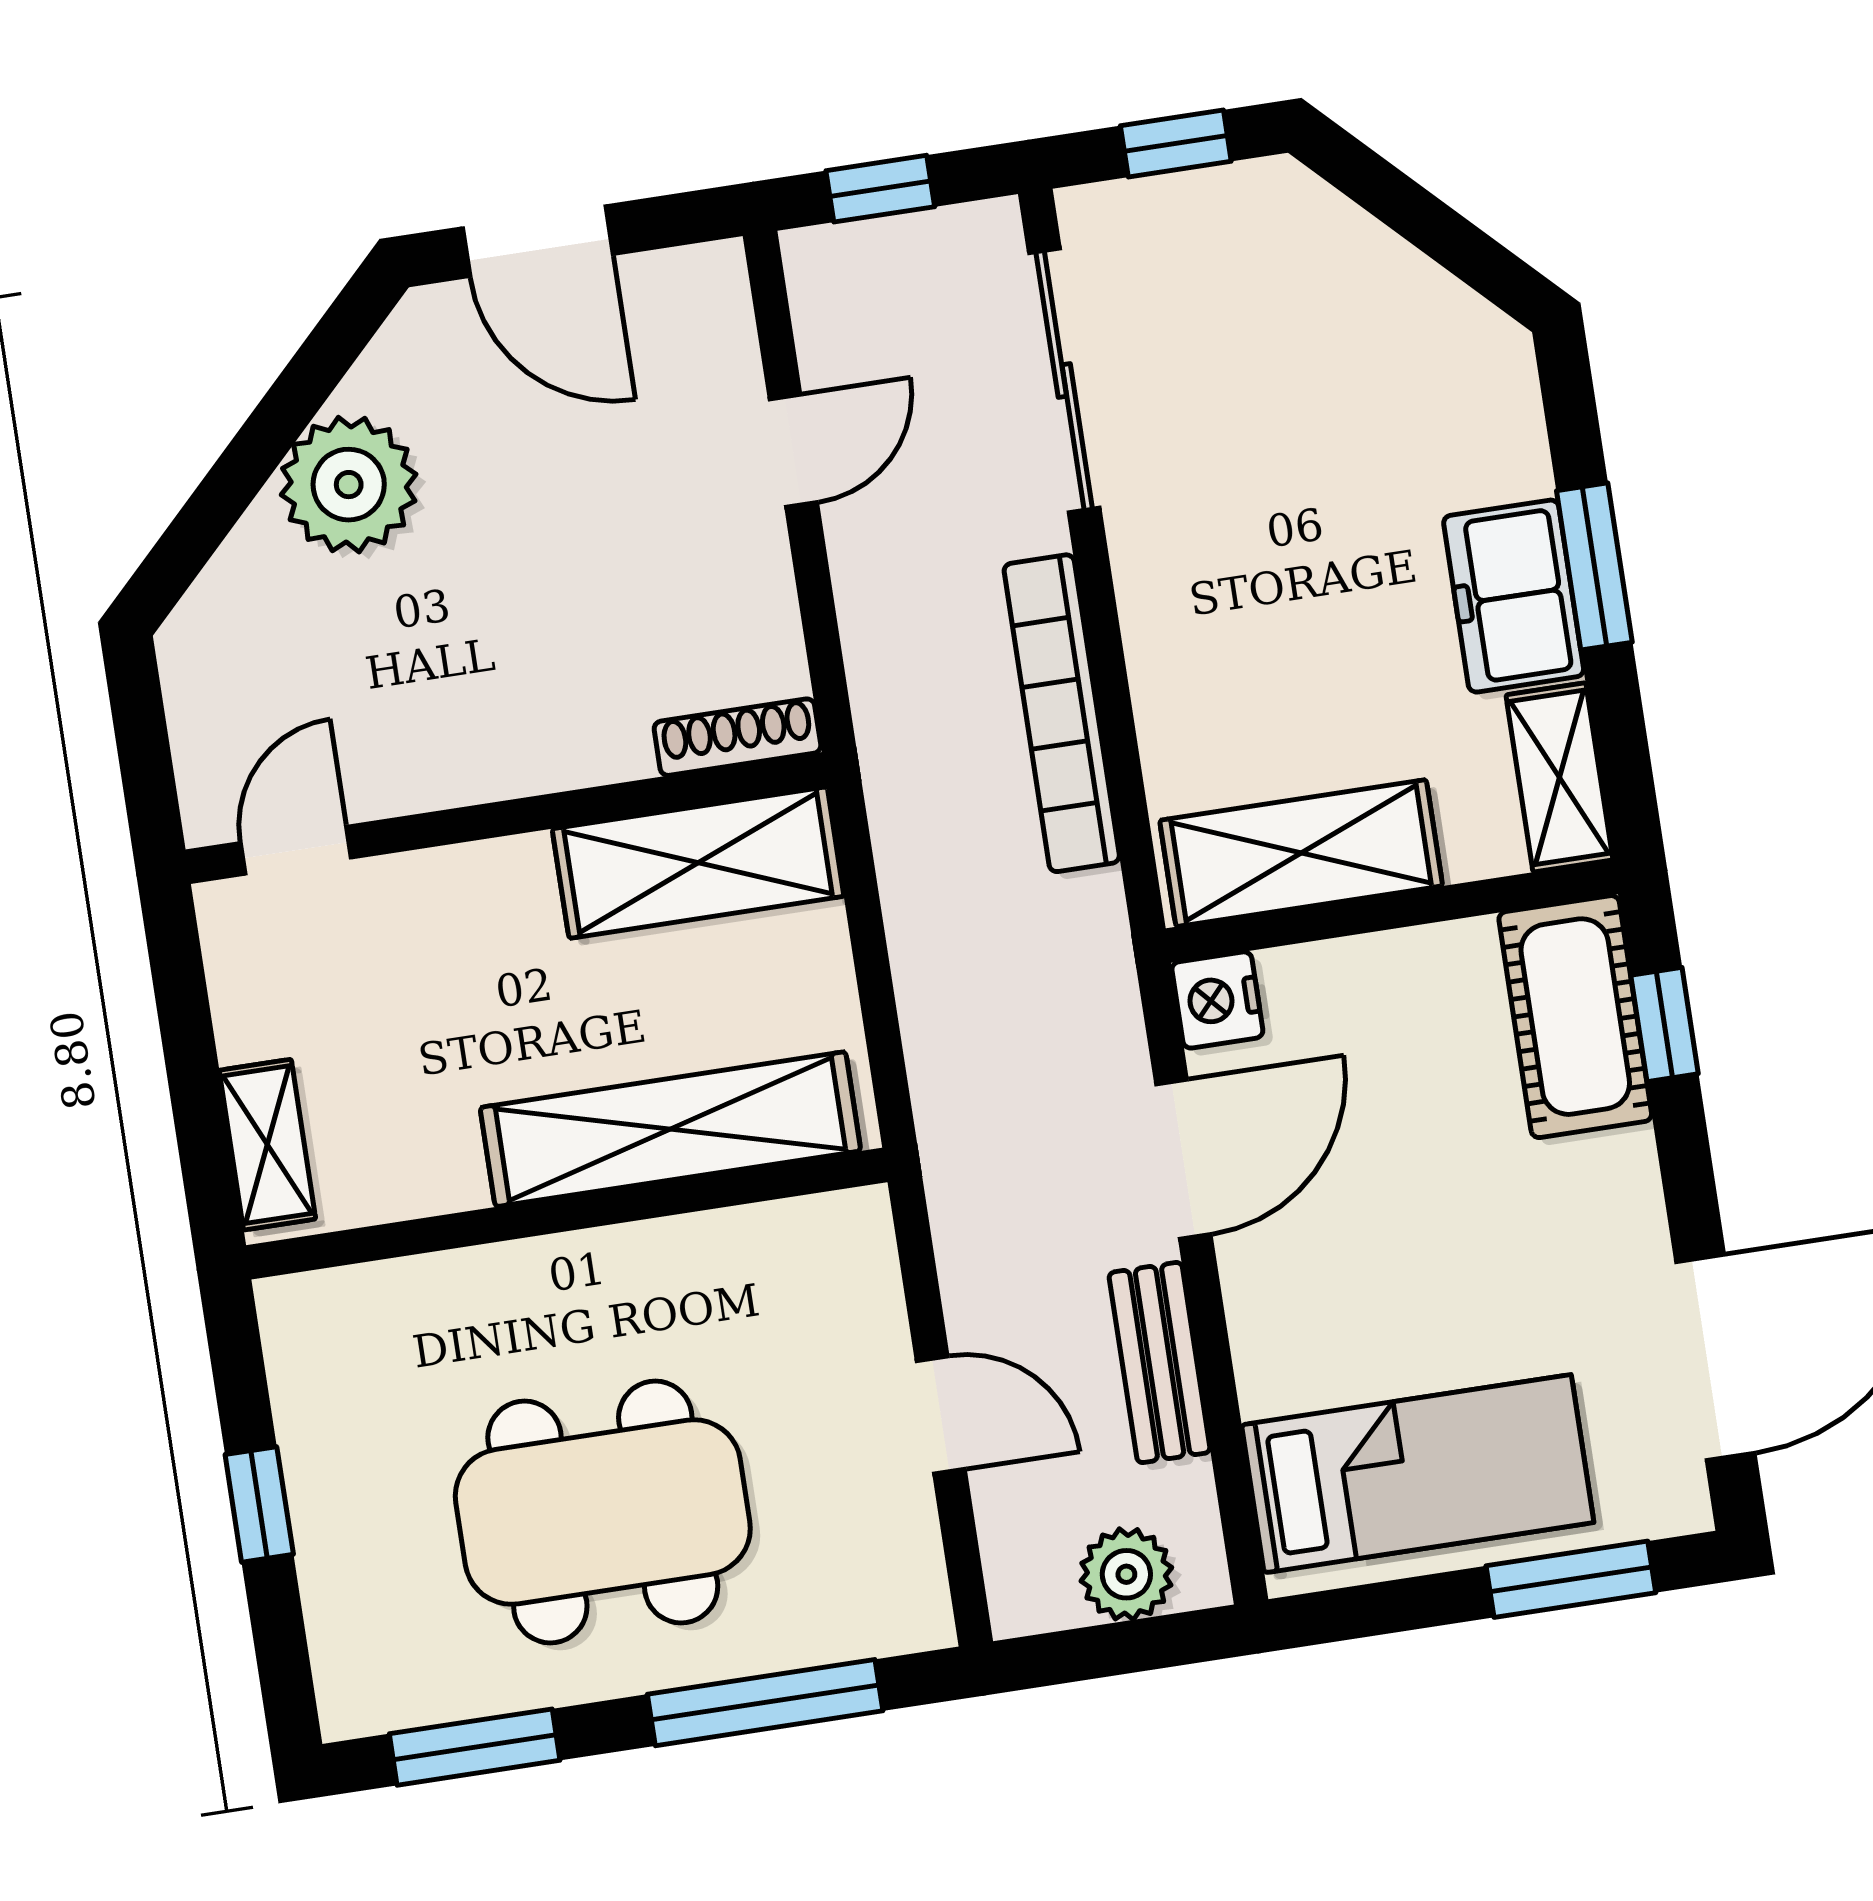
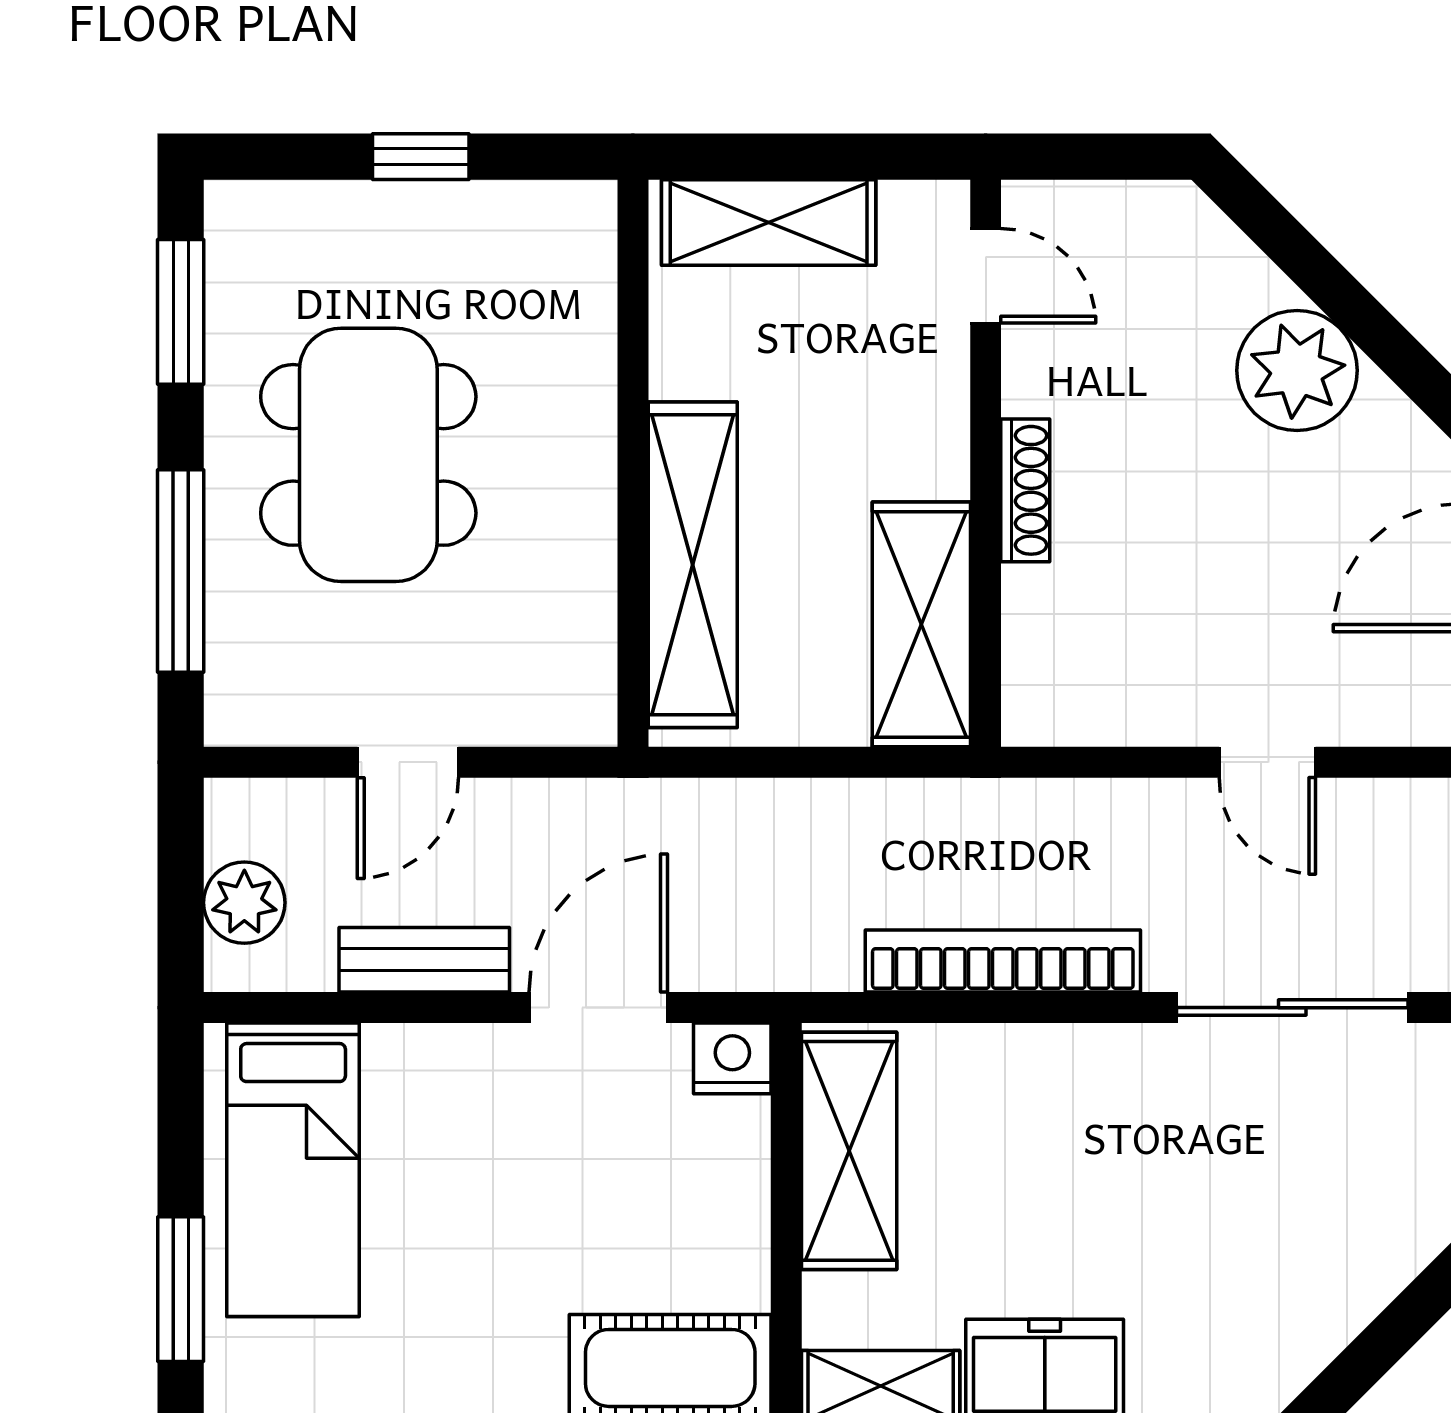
shoe rack: (737, 737) -> (1025, 490), moved
shelving: (267, 1145) -> (769, 222), width x1.50, depth x1.33
door: (1183, 1159) -> (598, 1008), swing flipped

